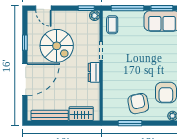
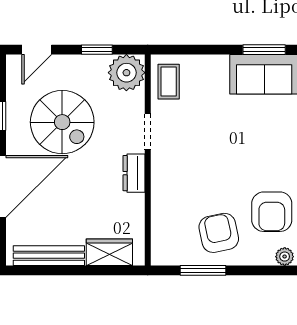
door: (43, 8) -> (37, 50), hinge flipped
window: (86, 8) -> (97, 50), moved
window: (128, 8) -> (198, 50), removed
plant: (95, 16) -> (126, 73), width x1.87, depth x1.87

